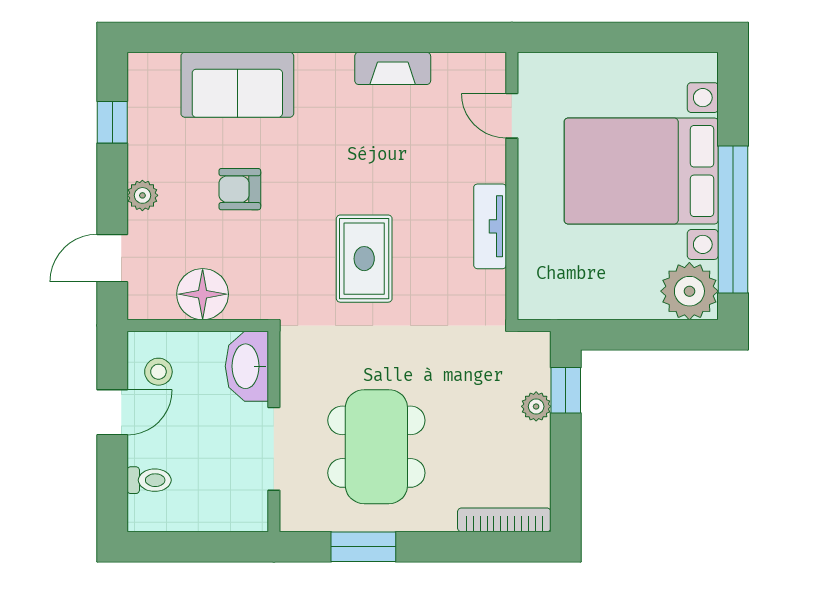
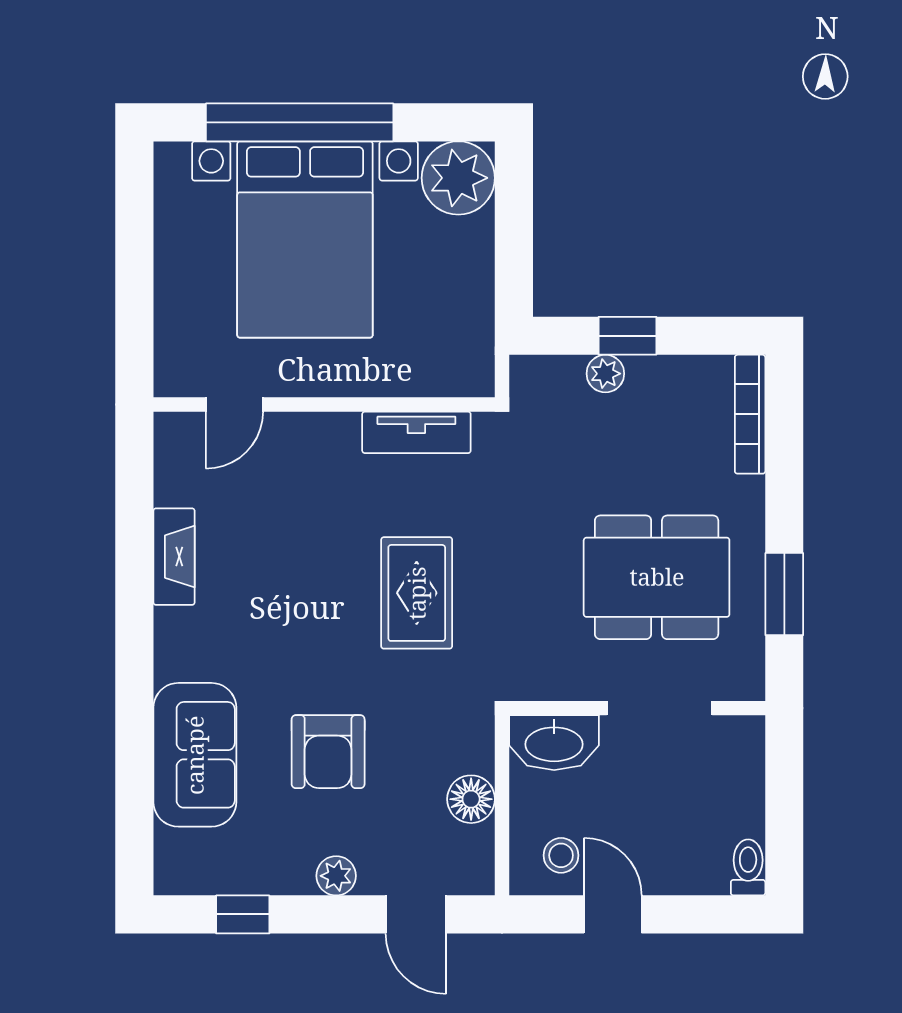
armchair: (240, 189) -> (328, 752), width x1.38, depth x1.38
window: (733, 219) -> (300, 122), moved
tv unit: (490, 226) -> (416, 432), moved
rug: (364, 259) -> (417, 593), turned 90
floor lamp: (203, 294) -> (471, 799), width x0.73, depth x0.73
window: (566, 390) -> (628, 336), moved
toilet: (149, 480) -> (748, 867), moved

